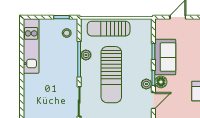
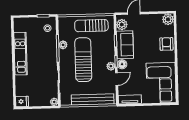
sun lounger: (109, 29) -> (91, 26), moved
plant: (162, 31) -> (122, 25), added
kitchen unit: (31, 46) -> (20, 54), moved
sun lounger: (111, 75) -> (83, 60), turned 180

